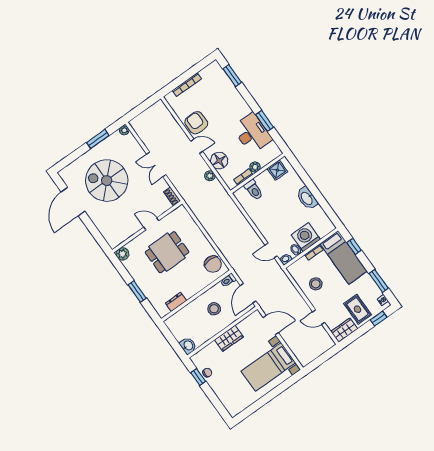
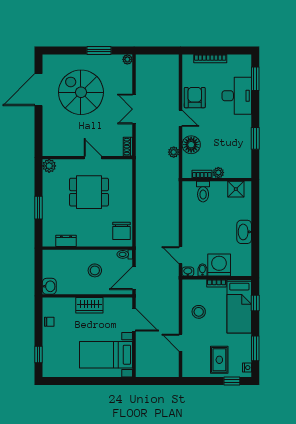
desk: (252, 133) -> (237, 96), moved
wardrobe: (344, 330) -> (195, 370), removed
window: (198, 377) -> (39, 354), moved

